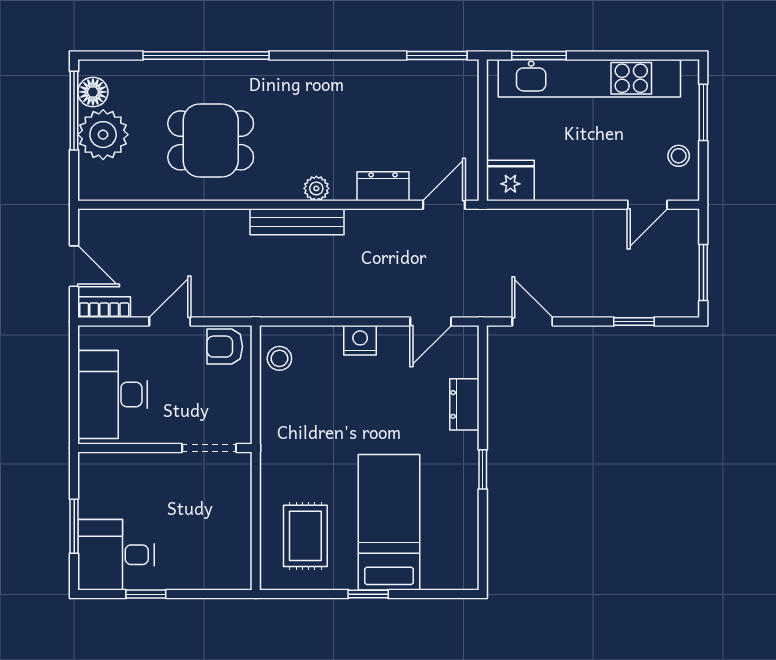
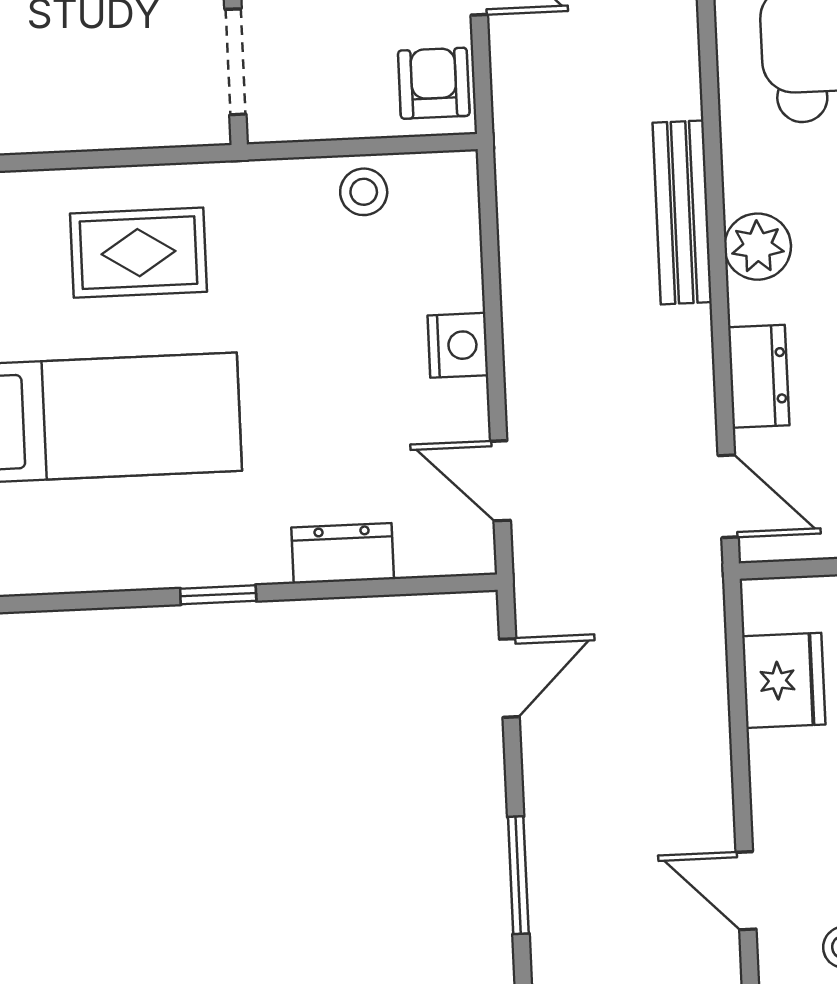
fridge: (510, 180) -> (784, 680), moved
plant: (316, 188) -> (758, 247), width x1.38, depth x1.38
window: (634, 322) -> (518, 875), width x1.50
stool: (279, 358) -> (364, 192), moved
rug: (305, 536) -> (139, 253), moved

